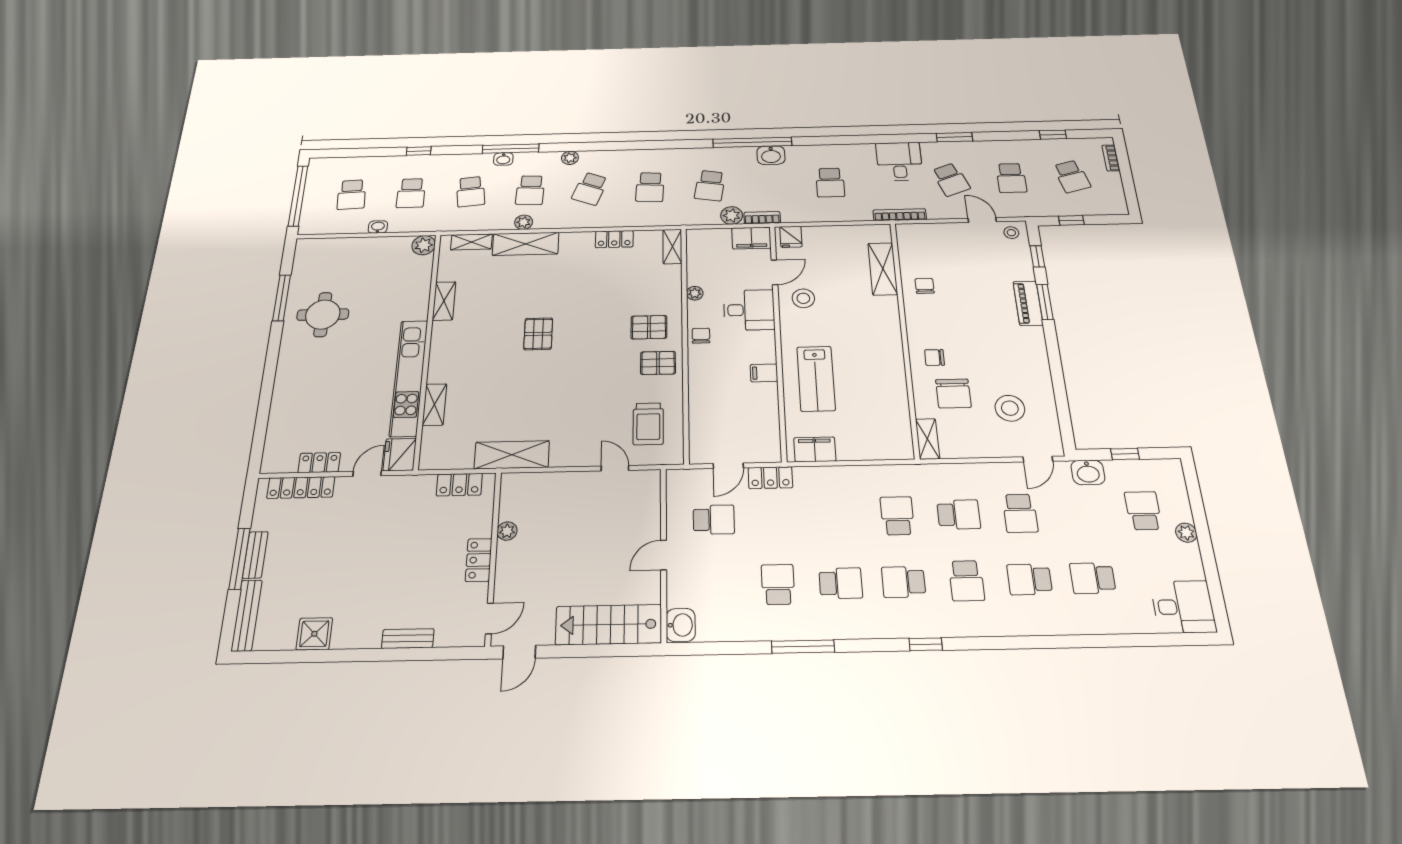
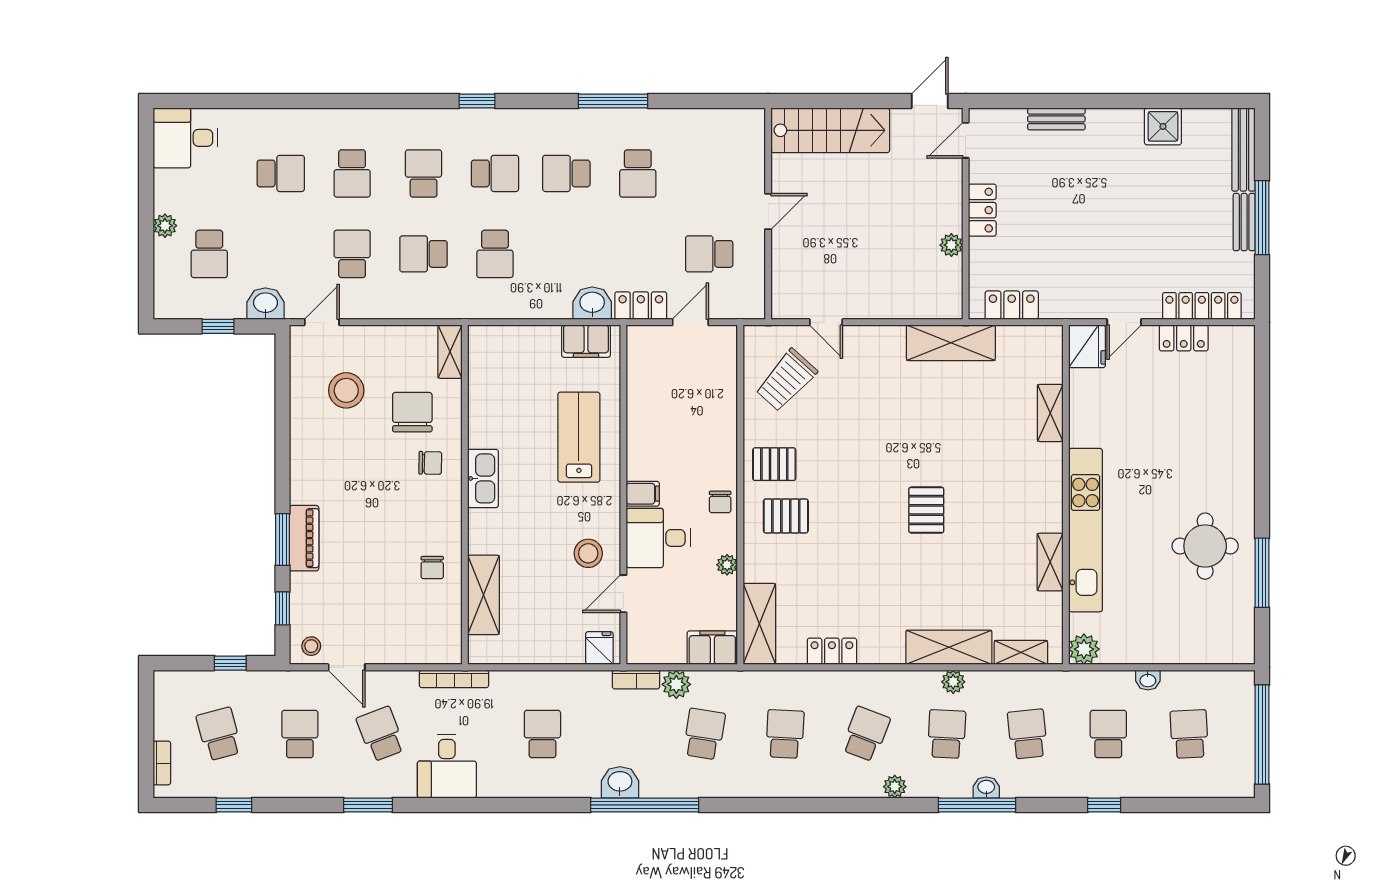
filing cabinet: (751, 238) -> (712, 648), moved
shelving: (672, 246) -> (759, 624), width x1.50, depth x1.33
kitchen sink: (891, 348) -> (483, 478), added
filing cabinet: (764, 373) -> (643, 494), moved
kitchen unit: (409, 378) -> (1086, 530), moved
trolley: (648, 424) -> (786, 380), turned -138
school desk: (1030, 579) -> (352, 173), turned 90
washbasin: (681, 625) -> (592, 303), moved, turned 90

